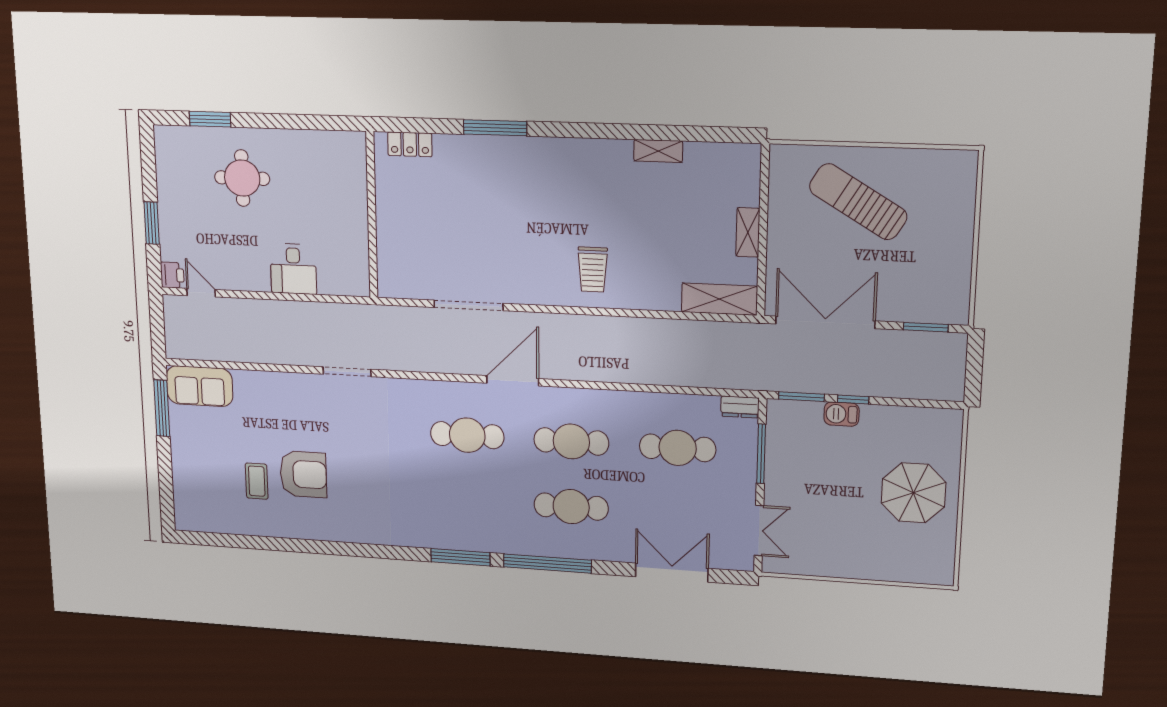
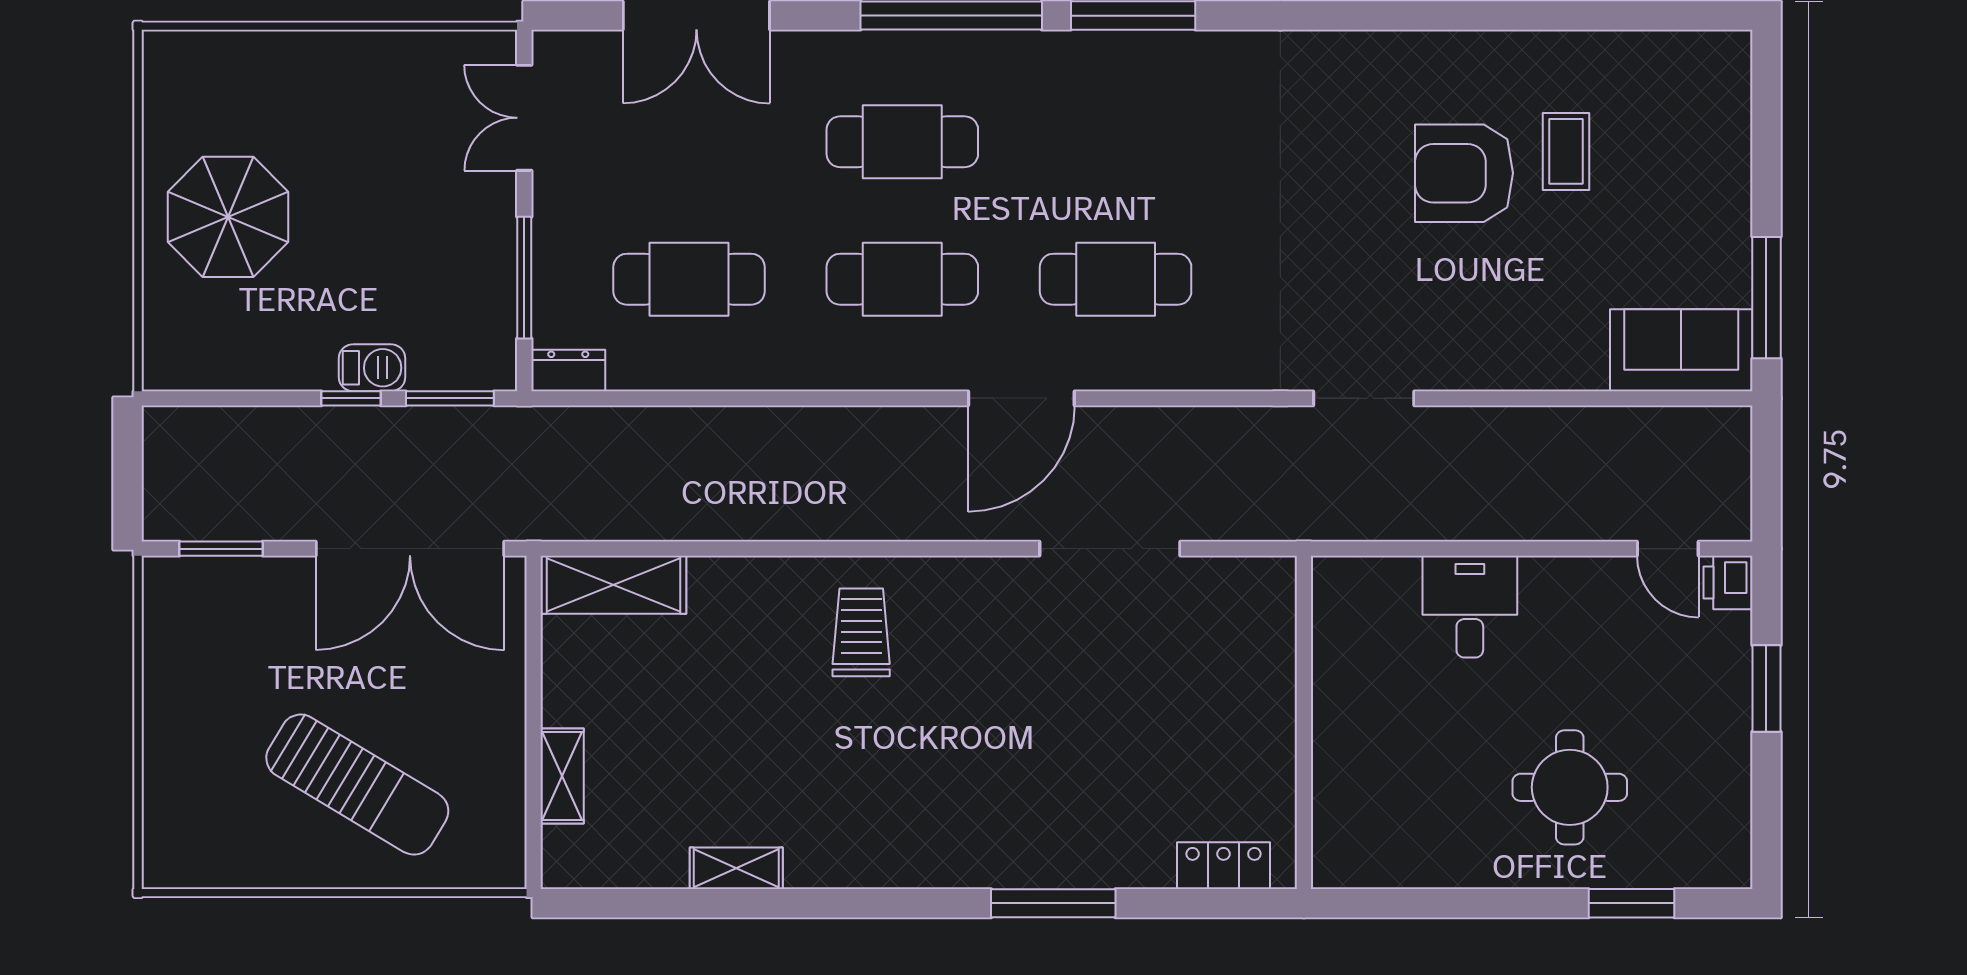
shelving: (748, 232) -> (562, 776), moved

